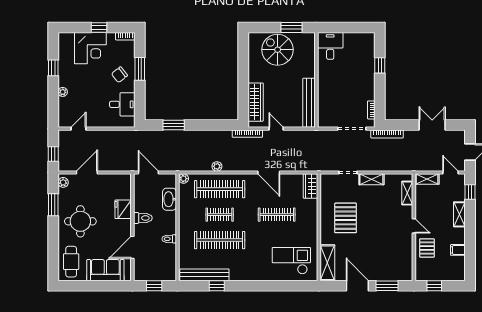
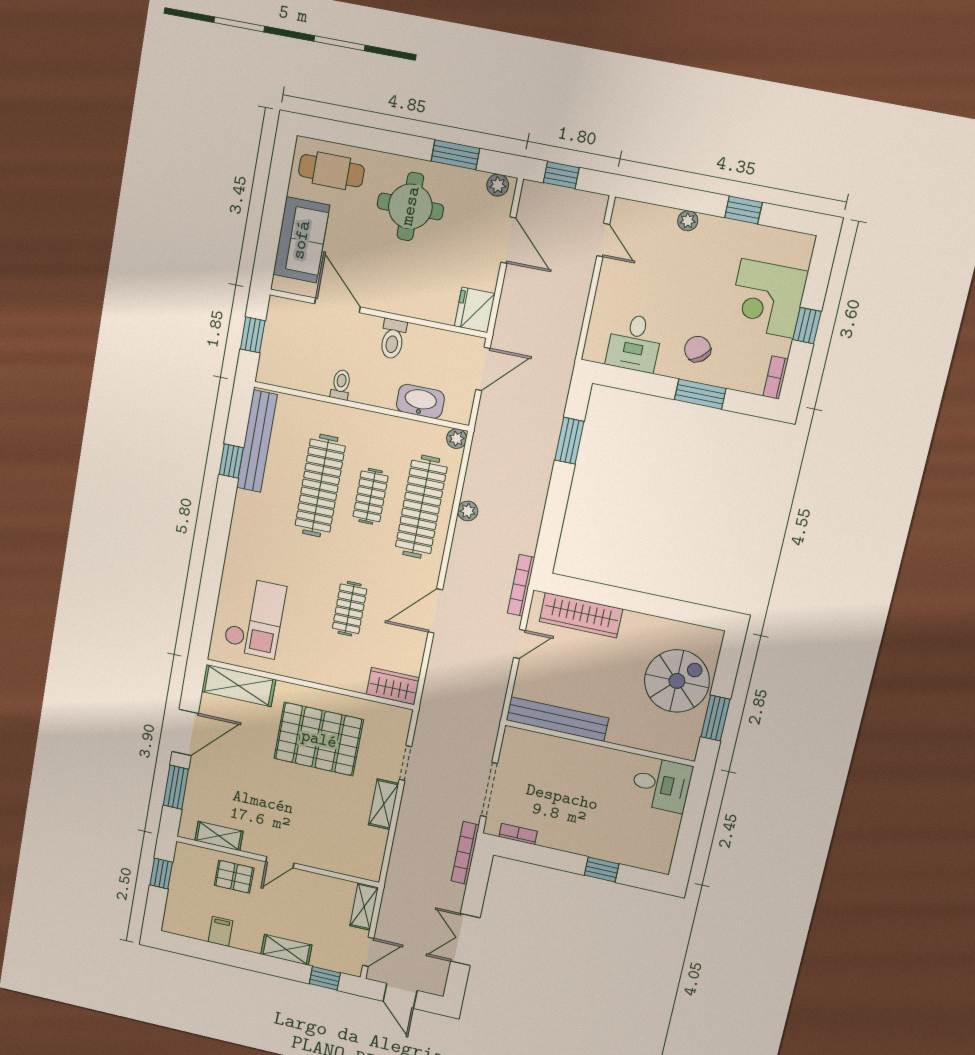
double door: (432, 125) -> (465, 940), swing flipped
shelving: (407, 193) -> (219, 836), moved
fridge: (123, 209) -> (475, 310), moved, turned -90
clothes rail: (277, 215) -> (350, 609), width x0.73
pallet: (346, 218) -> (319, 739), width x1.37, depth x1.41

